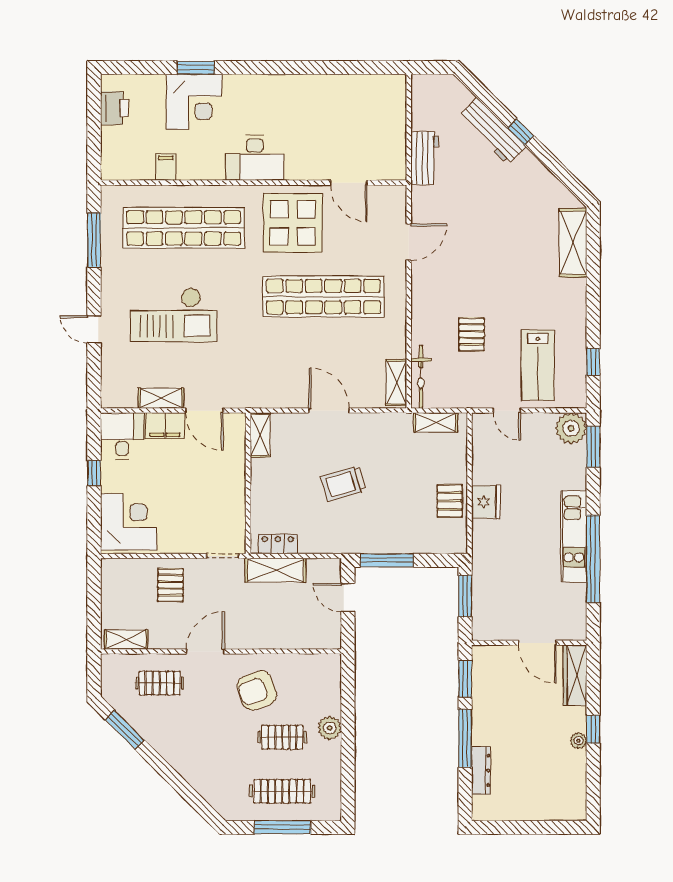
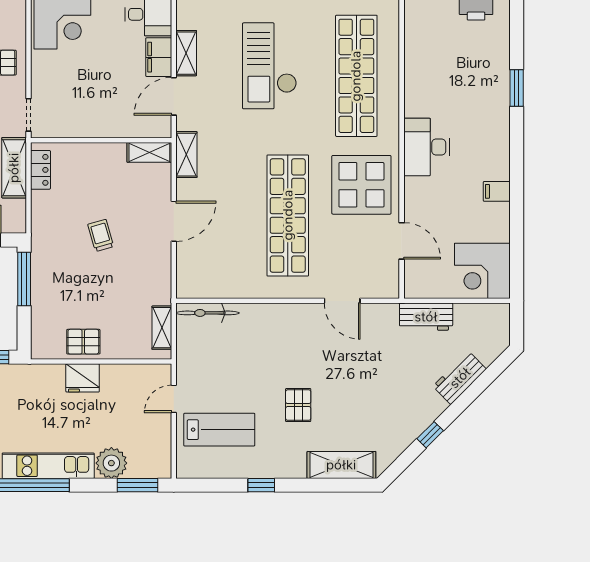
corner desk: (194, 102) -> (482, 271), moved
workbench: (492, 131) -> (460, 378), width x0.73
window: (521, 132) -> (430, 435), moved
filing cabinet: (166, 167) -> (497, 191), moved, turned 180
door: (349, 183) -> (402, 241), swing flipped
pallet: (472, 334) -> (298, 405), moved, turned 90
window: (593, 362) -> (261, 485), moved
lab bench: (538, 365) -> (219, 430), turned 180
shelving: (396, 383) -> (186, 155), moved, turned 90
plant: (571, 428) -> (111, 463), moved
trolley: (343, 484) -> (101, 235), width x0.73, depth x0.72

